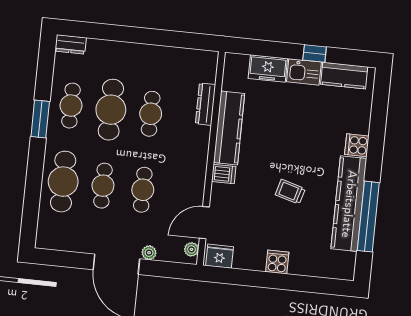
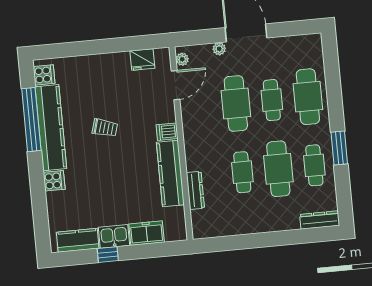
dresser: (71, 44) -> (320, 220), width x1.44
cafe table: (143, 190) -> (236, 103), width x1.37, depth x1.35
fridge: (220, 256) -> (142, 60), moved
cooker: (277, 262) -> (44, 75), moved, turned -90

